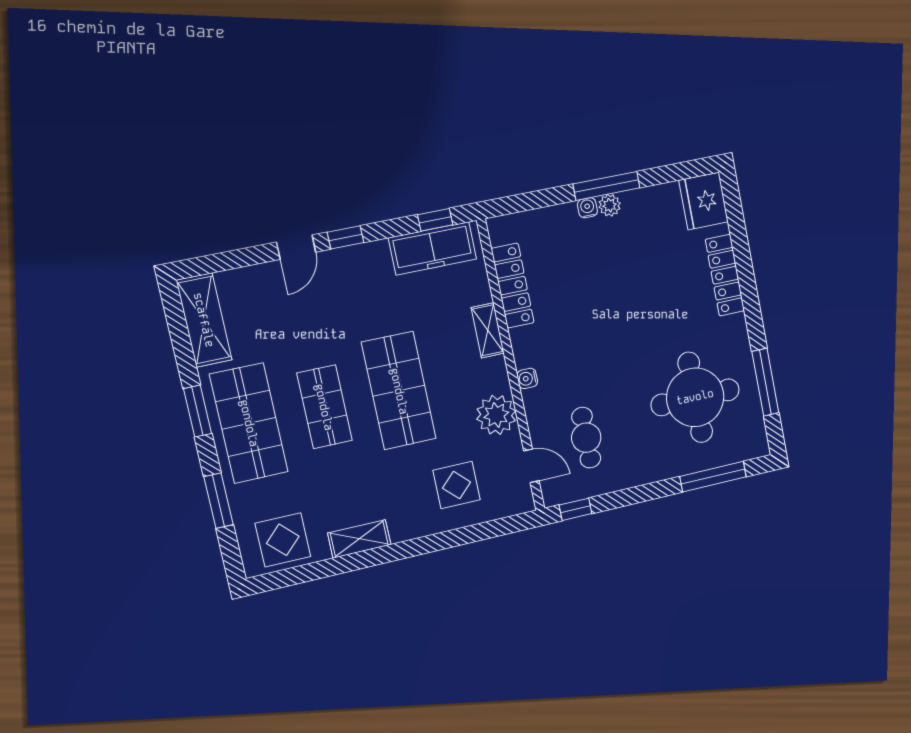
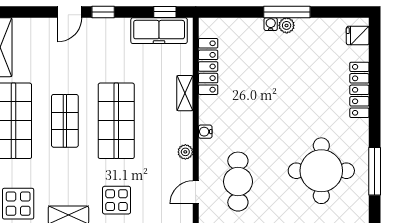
fridge: (704, 201) -> (358, 36), width x0.53, depth x0.75
plant: (496, 415) -> (185, 152), width x0.53, depth x0.53
cafe table: (586, 438) -> (238, 182), width x1.37, depth x1.35
door: (531, 466) -> (196, 192), swing flipped
display table: (457, 485) -> (117, 200), moved

